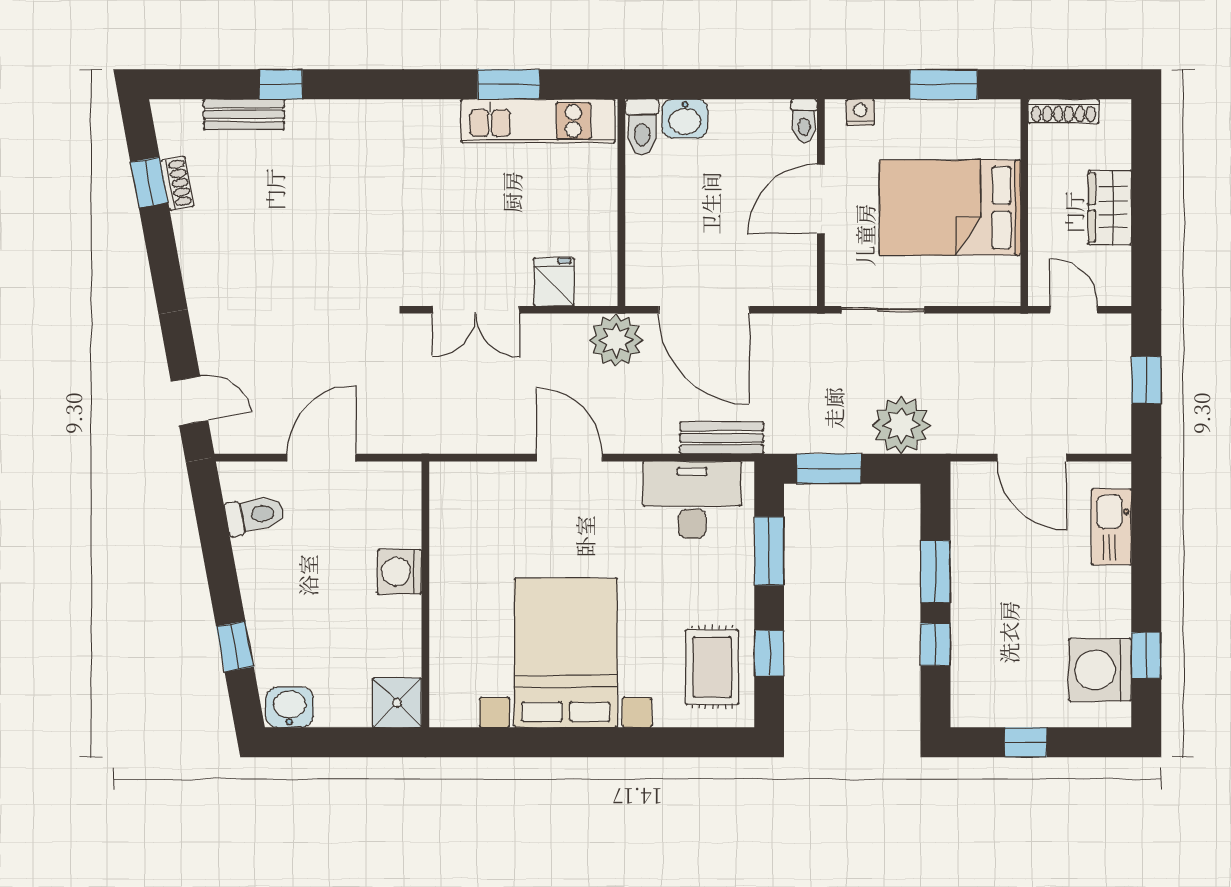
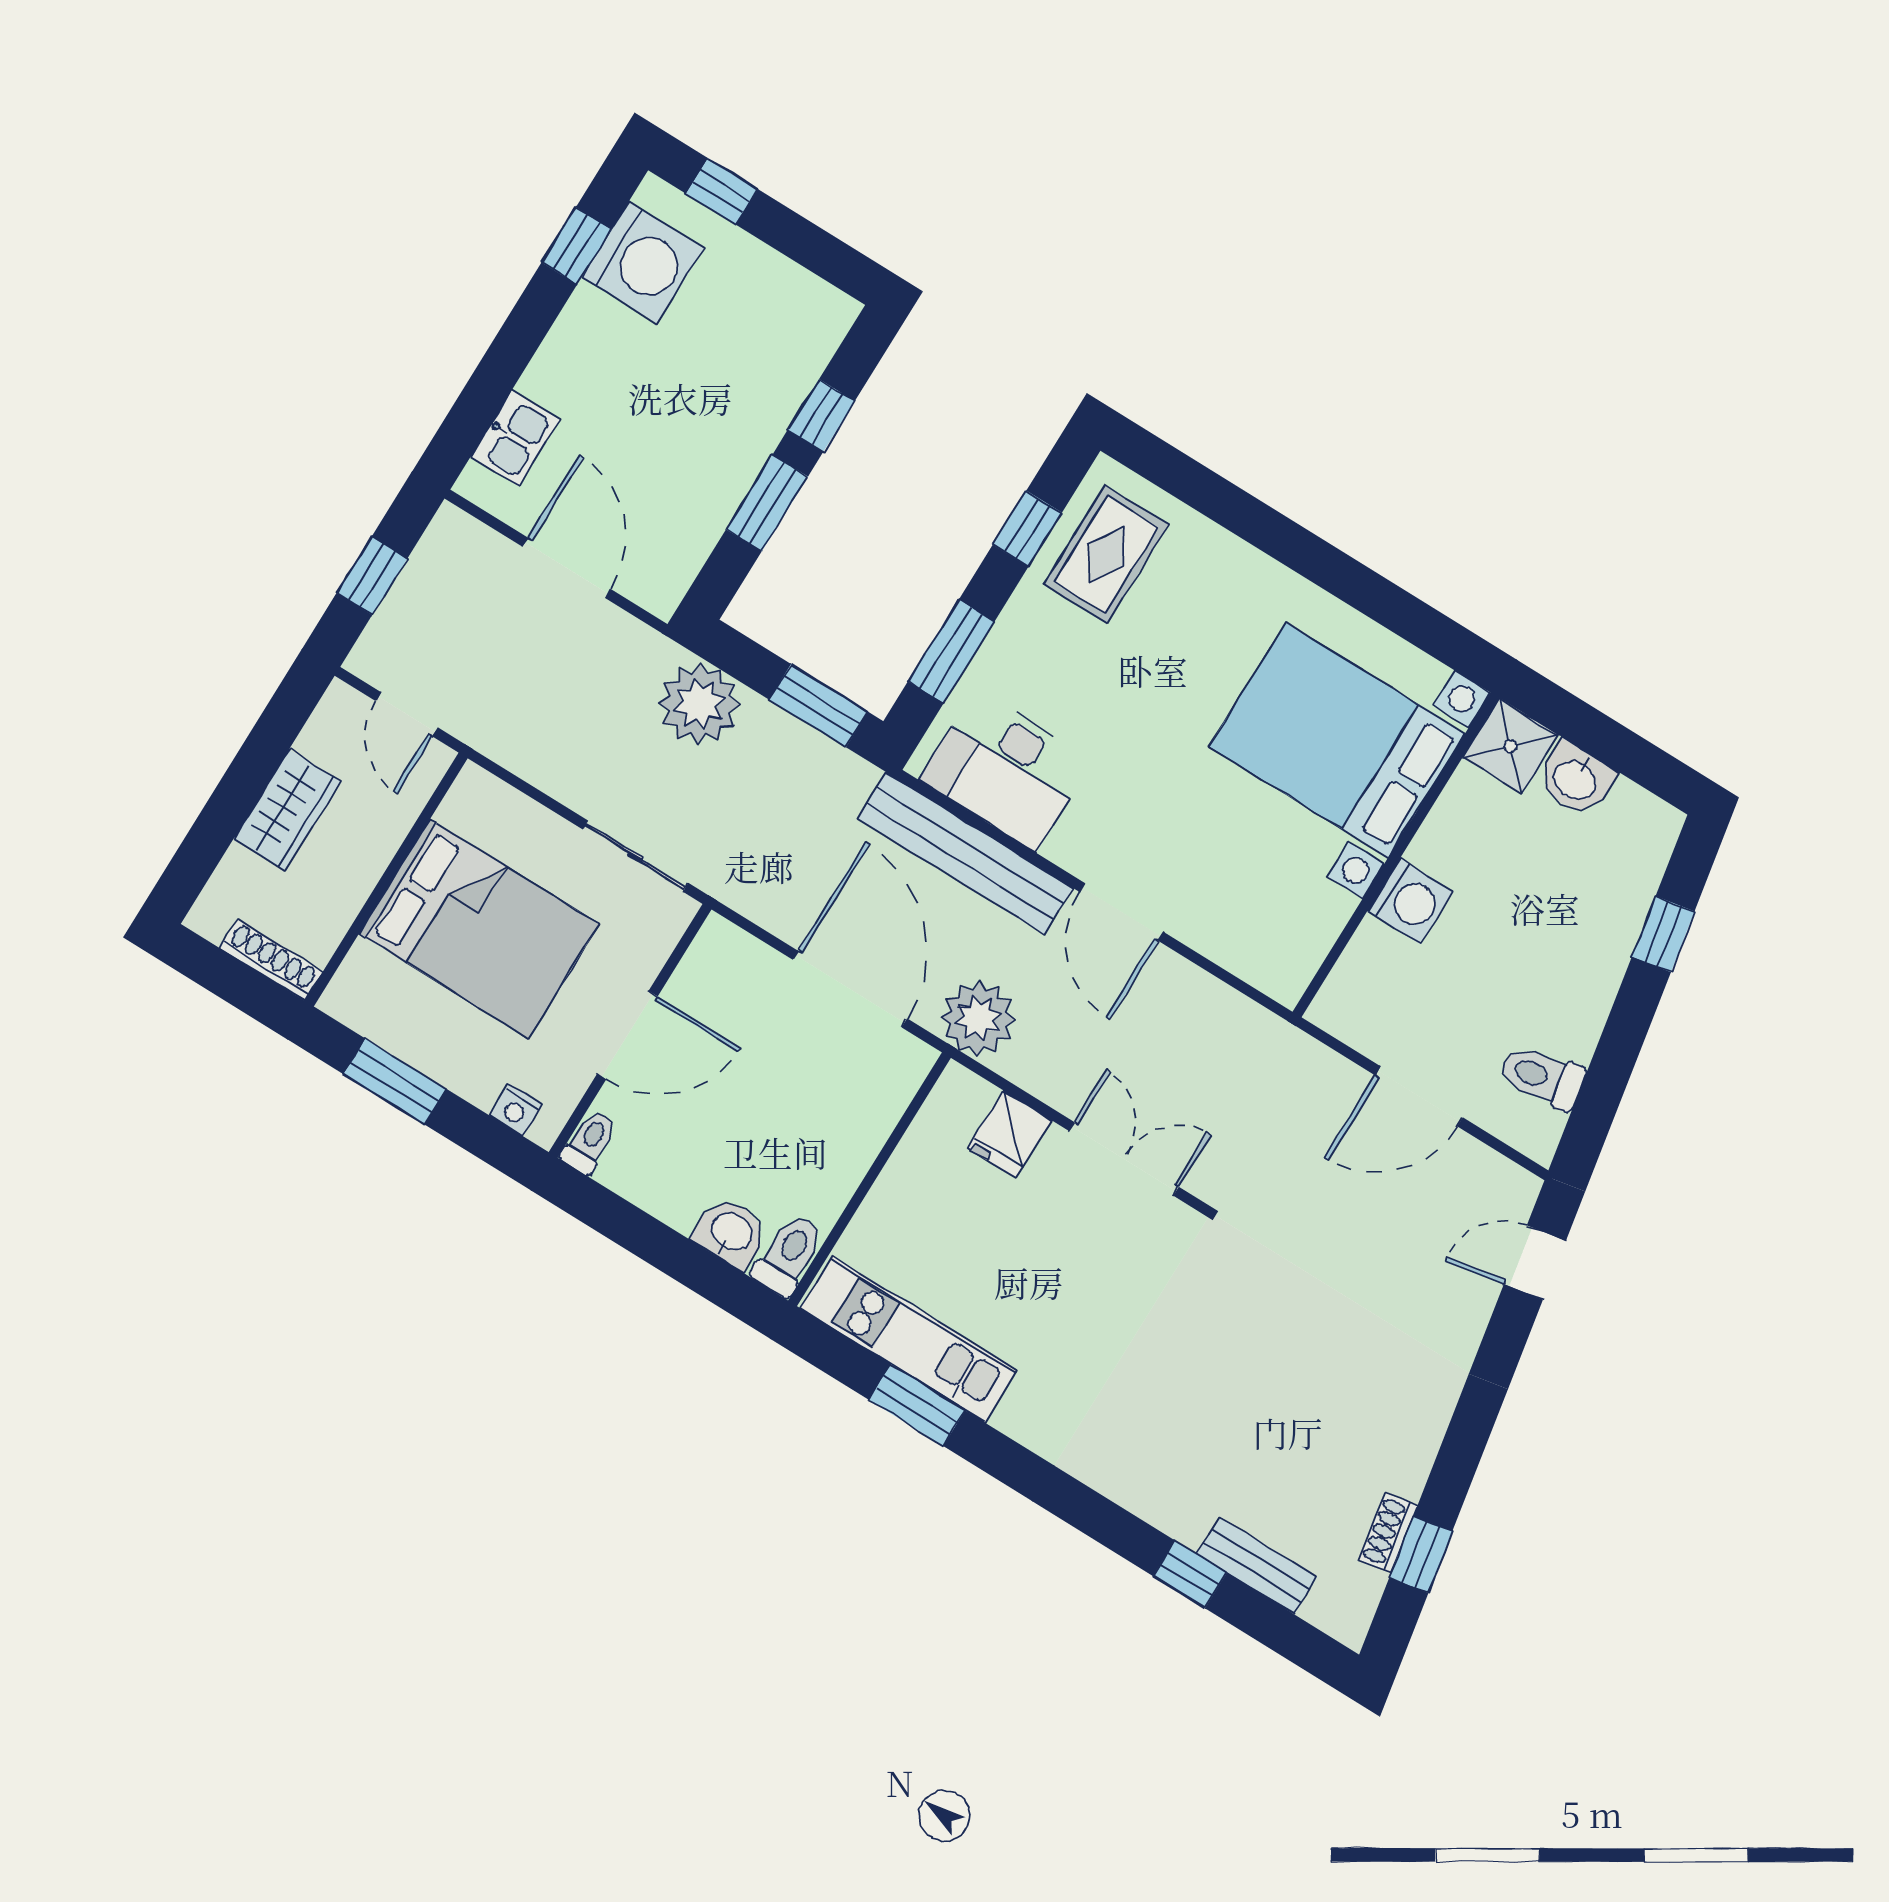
door: (190, 401) -> (1535, 1263), hinge flipped
bench: (722, 438) -> (965, 853), width x1.86, depth x1.21
kitchen sink: (1111, 527) -> (515, 438), width x0.73
bed with nightstands: (566, 653) -> (1337, 740), moved, turned 90
washbasin: (289, 707) -> (1576, 779), moved
window: (1026, 742) -> (722, 191), moved

